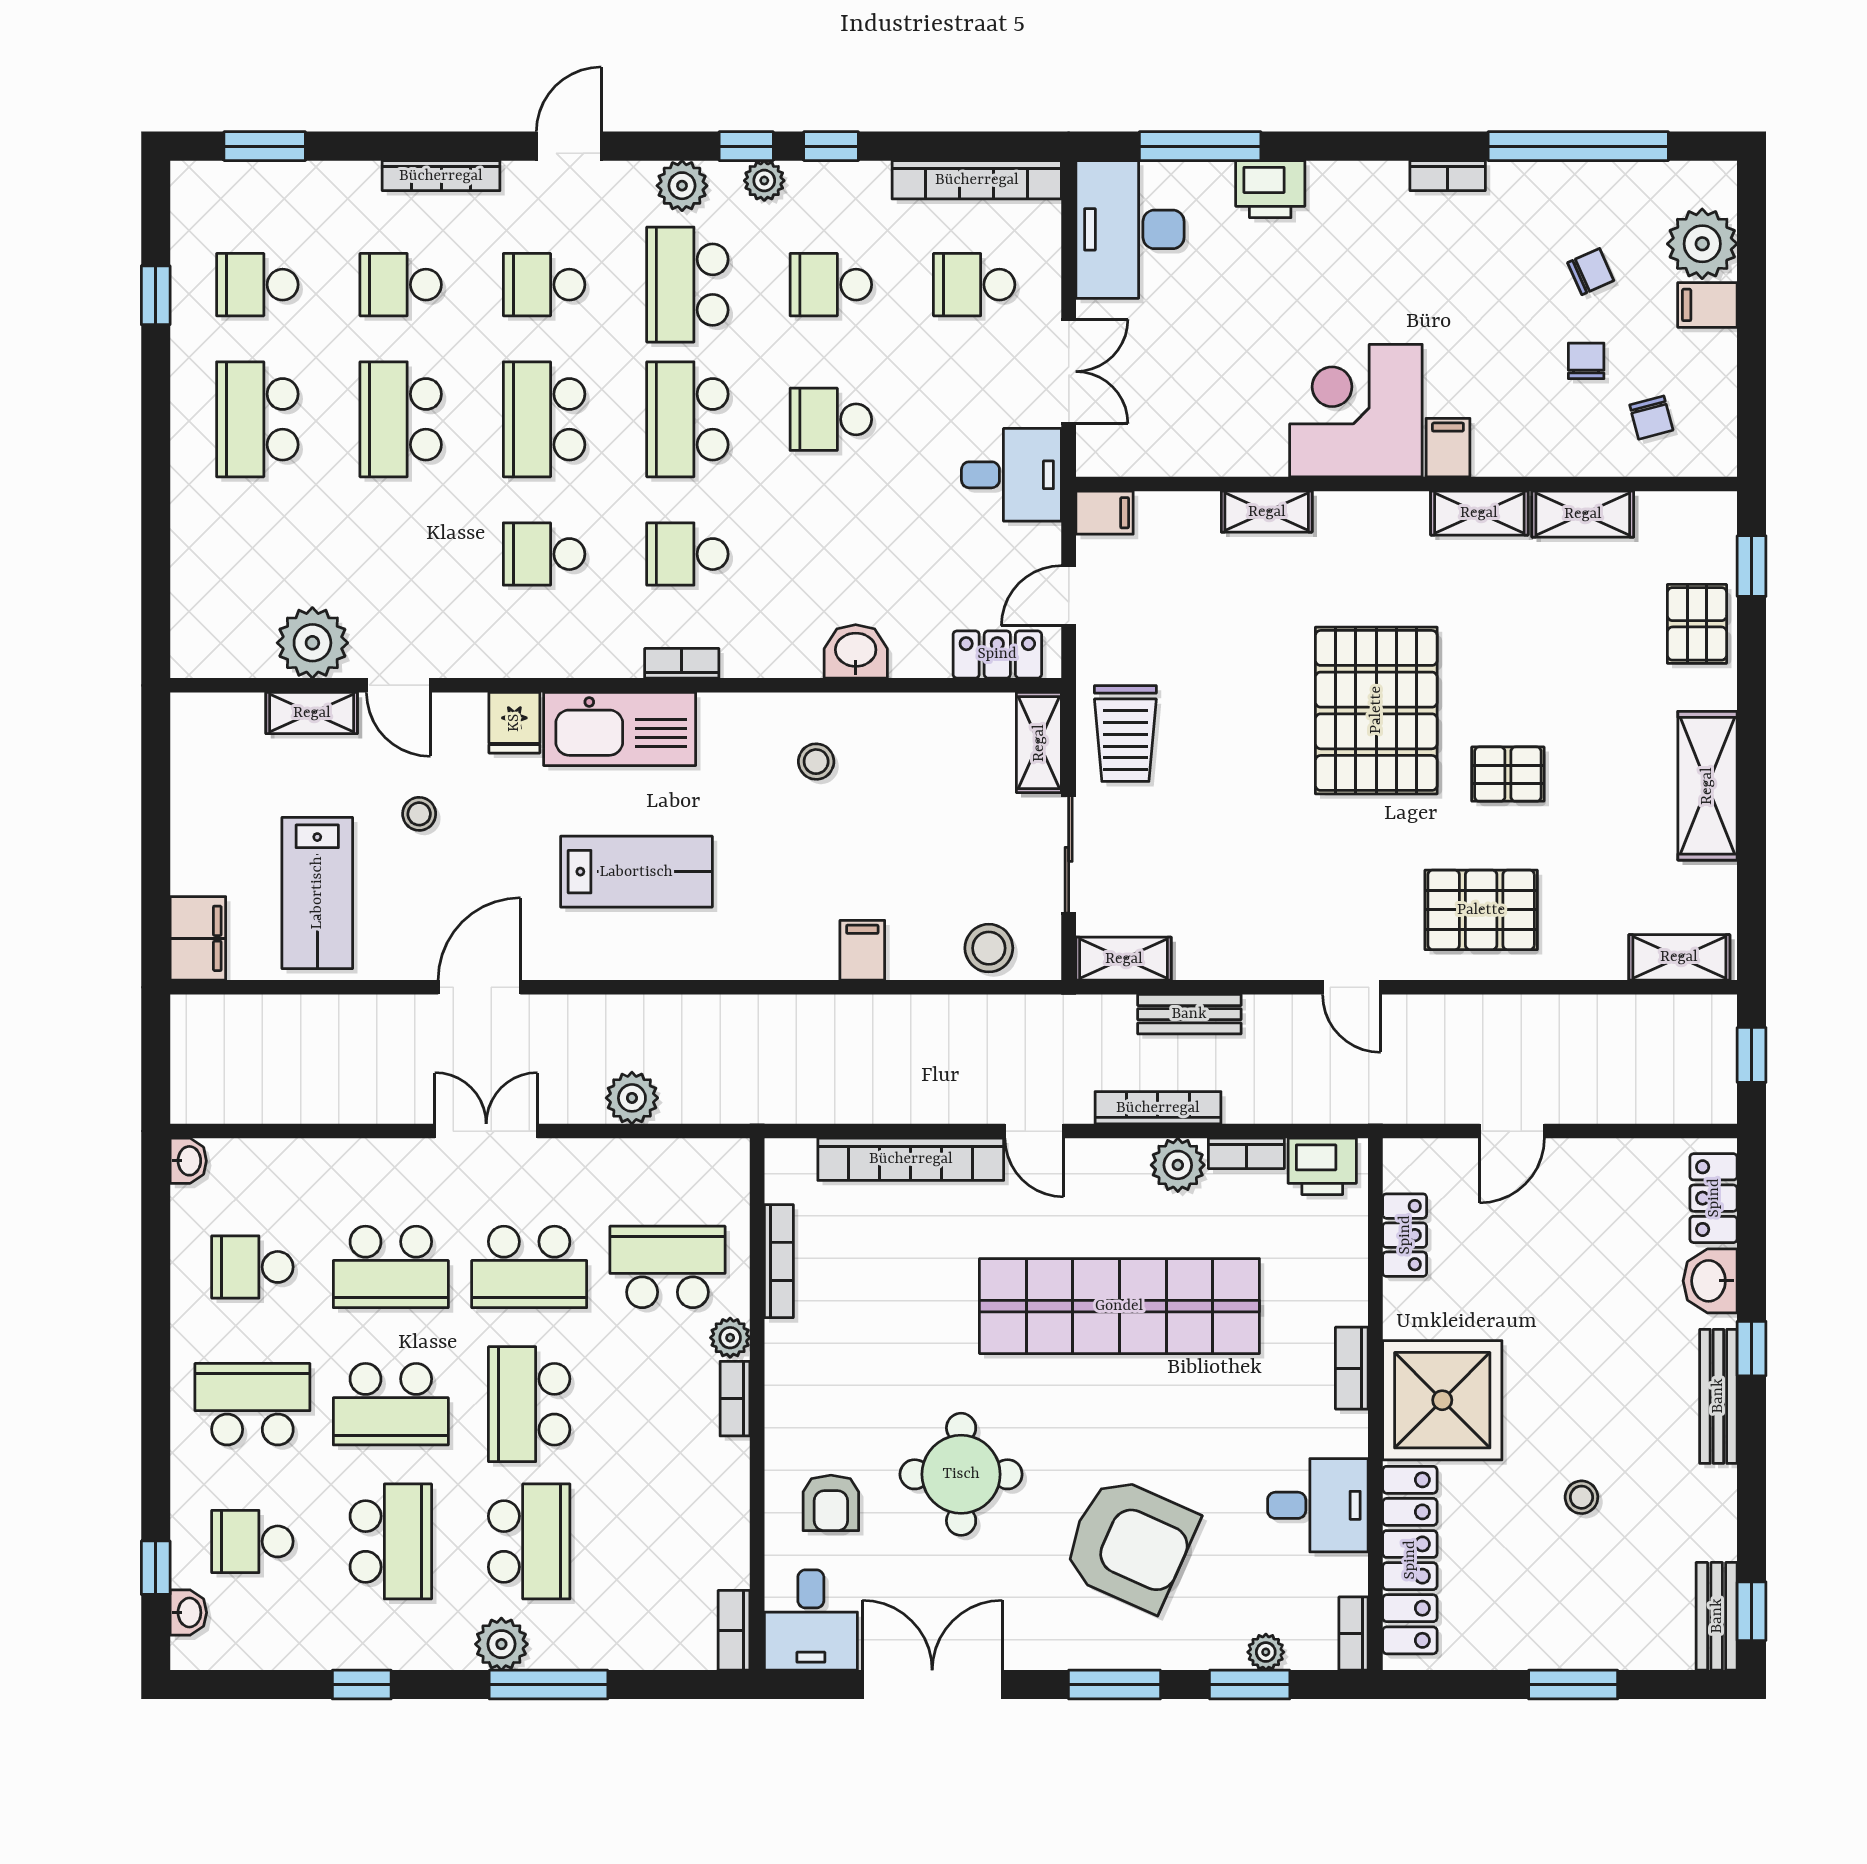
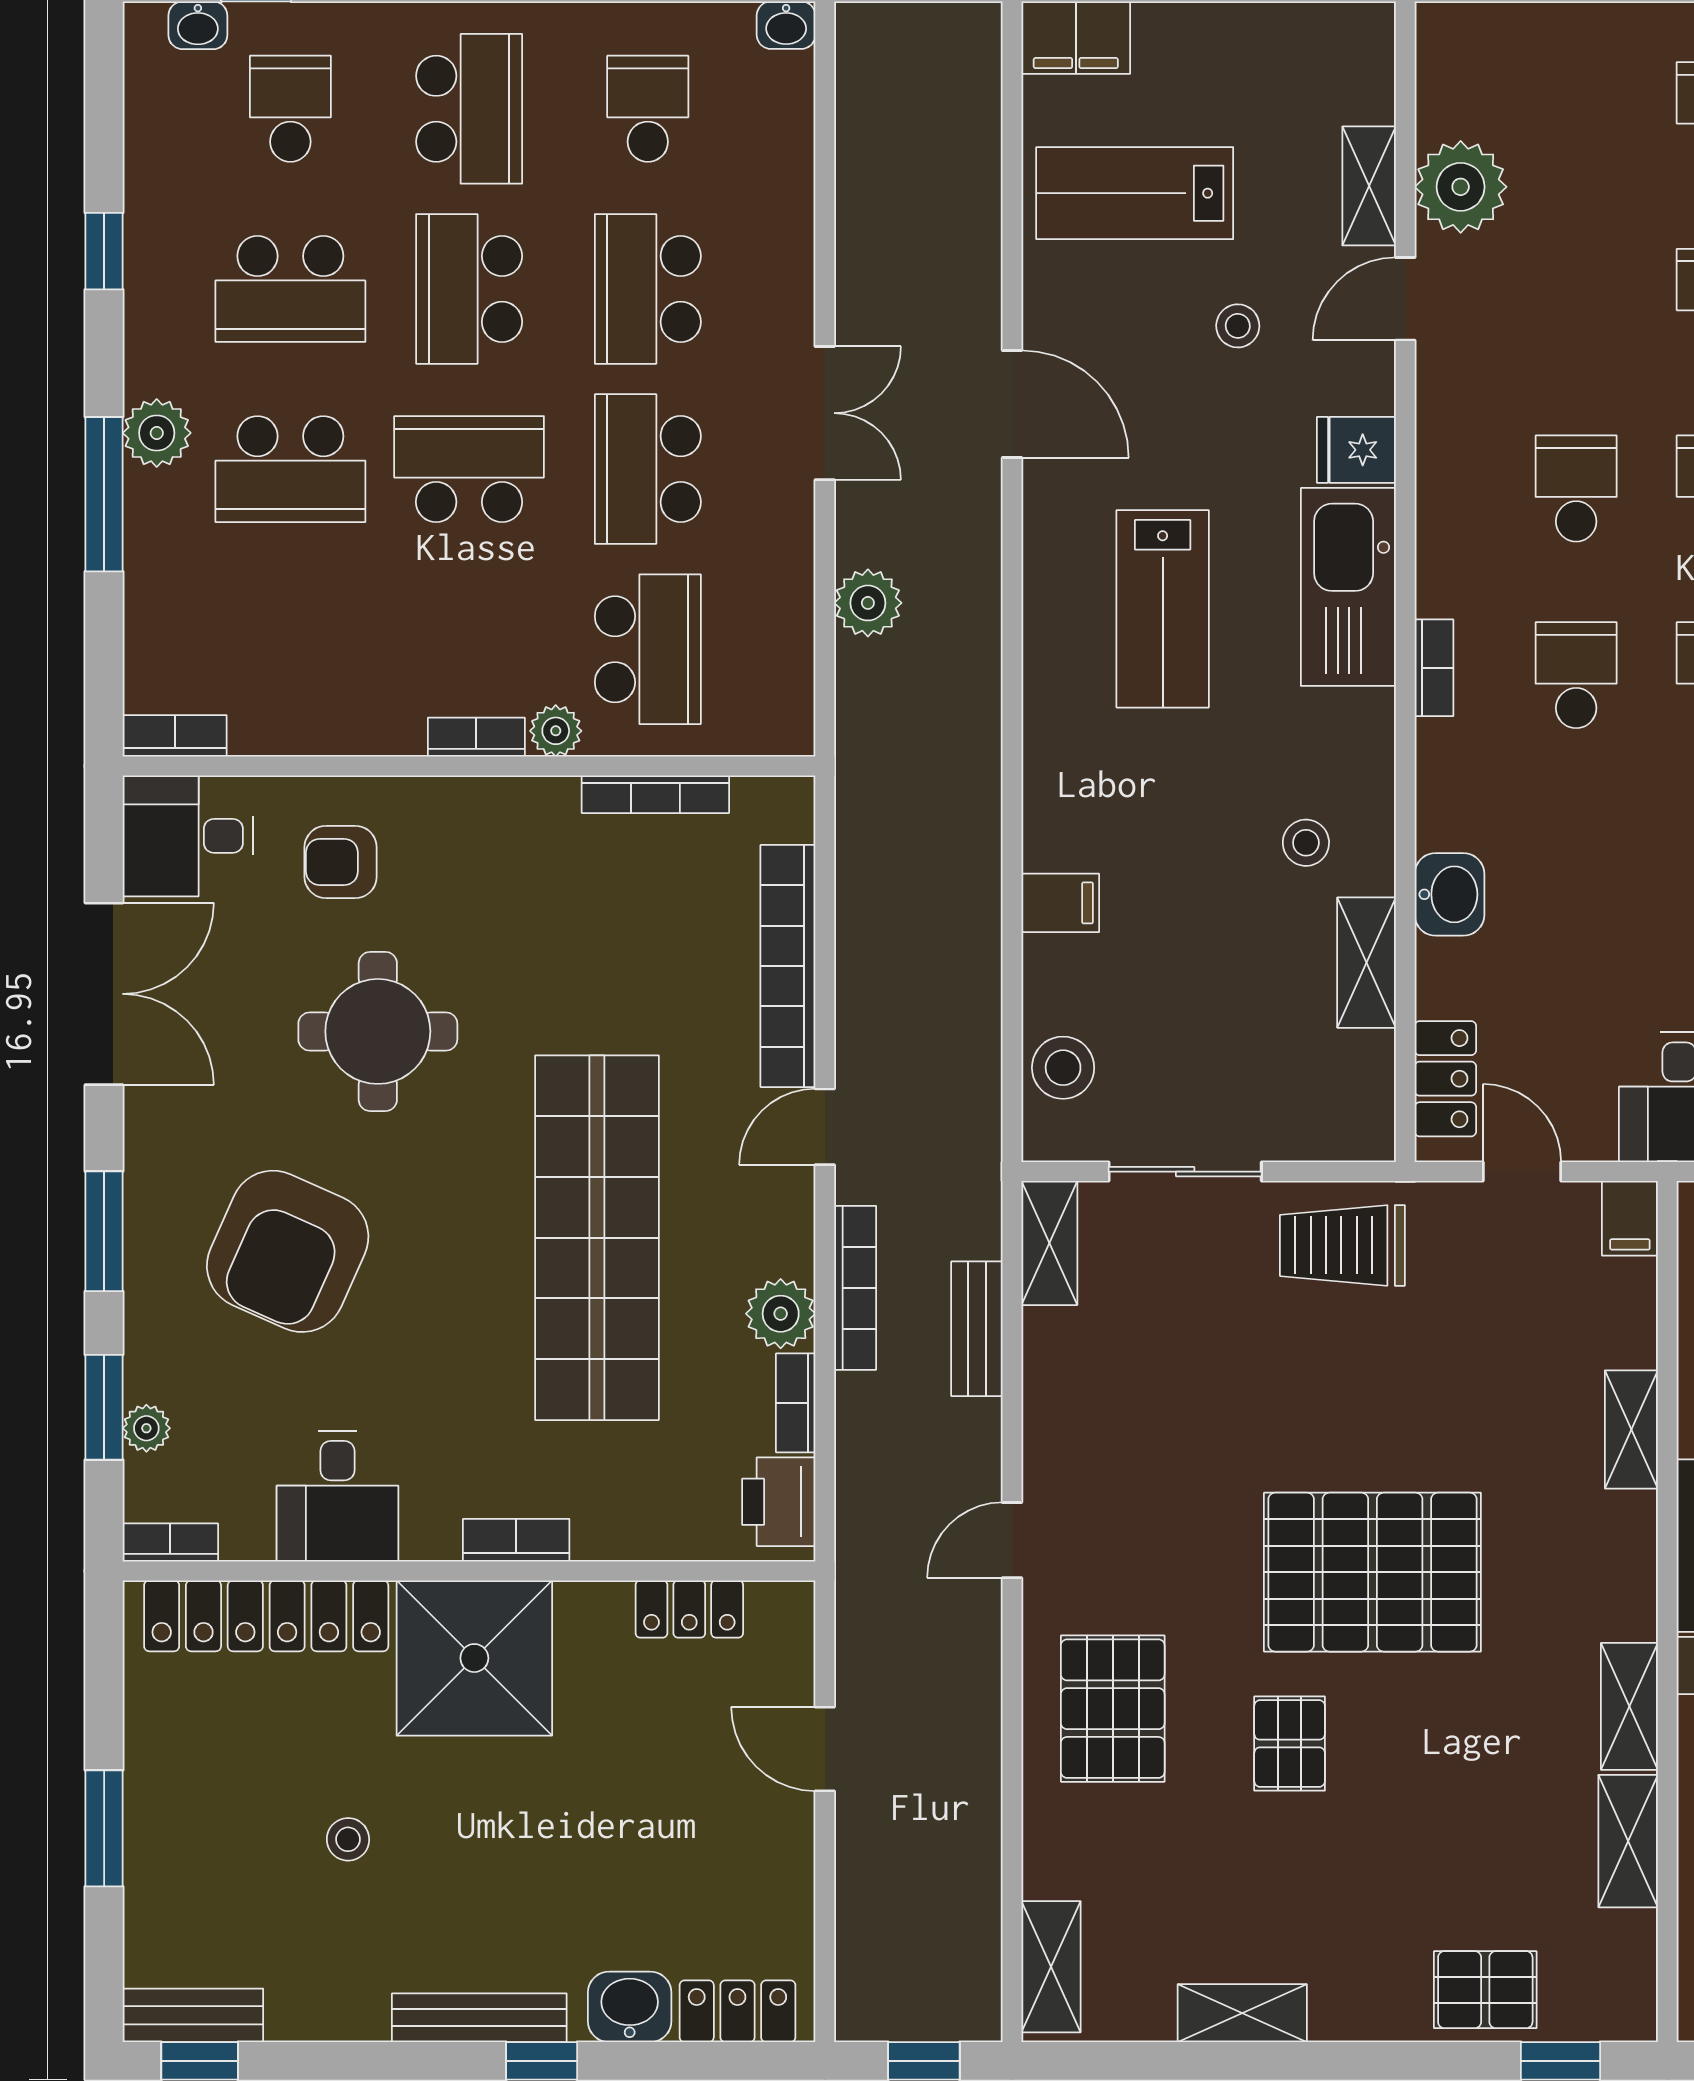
shelving: (1039, 743) -> (1367, 963), moved, turned 90
shelving: (1707, 786) -> (1242, 2013), width x0.67, depth x0.75

